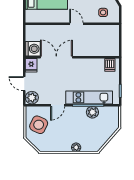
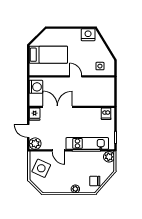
washing machine: (33, 49) -> (36, 87), moved
door: (58, 105) -> (58, 150), hinge flipped
plant: (92, 112) -> (109, 157), moved
chair: (97, 139) -> (95, 181), added

